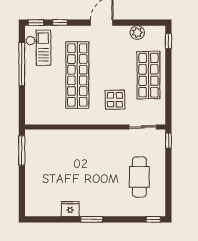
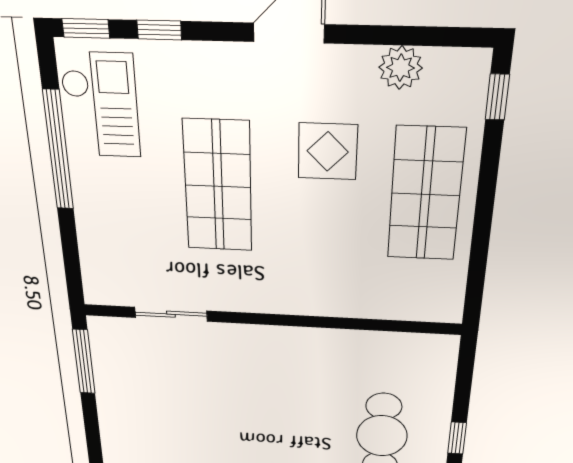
shop shelf: (77, 75) -> (218, 186), width x0.71
display table: (115, 100) -> (328, 151), moved
sliding door: (143, 127) -> (171, 314), moved
window: (168, 141) -> (457, 438), moved

